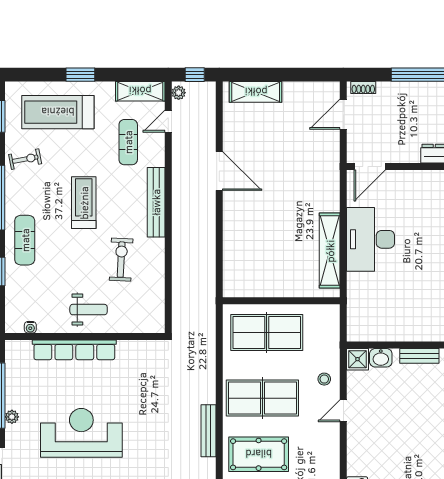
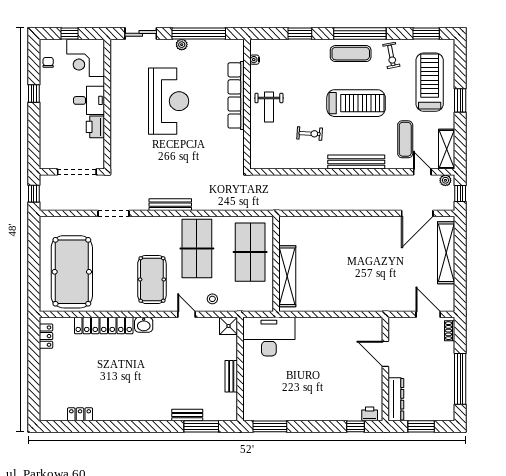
shelving: (256, 92) -> (446, 253), width x1.47
exercise mat: (128, 142) -> (405, 139), turned 90
door: (370, 166) -> (385, 354), moved
door: (219, 171) -> (417, 213), moved
treadmill: (84, 203) -> (356, 103), width x1.37, depth x1.38
desk: (371, 239) -> (269, 337), moved
exercise mat: (25, 240) -> (351, 54), moved
shelving: (330, 251) -> (287, 276), moved, turned 90
exercise bike: (121, 260) -> (310, 134), width x0.73, depth x0.72
washbasin: (381, 358) -> (144, 325), moved, turned -90
pool table: (259, 454) -> (152, 279), moved

